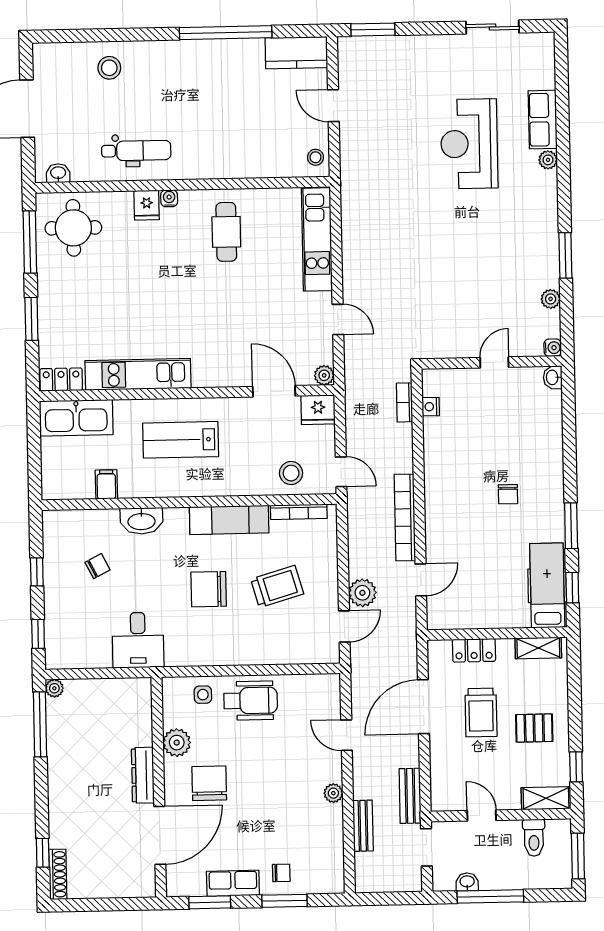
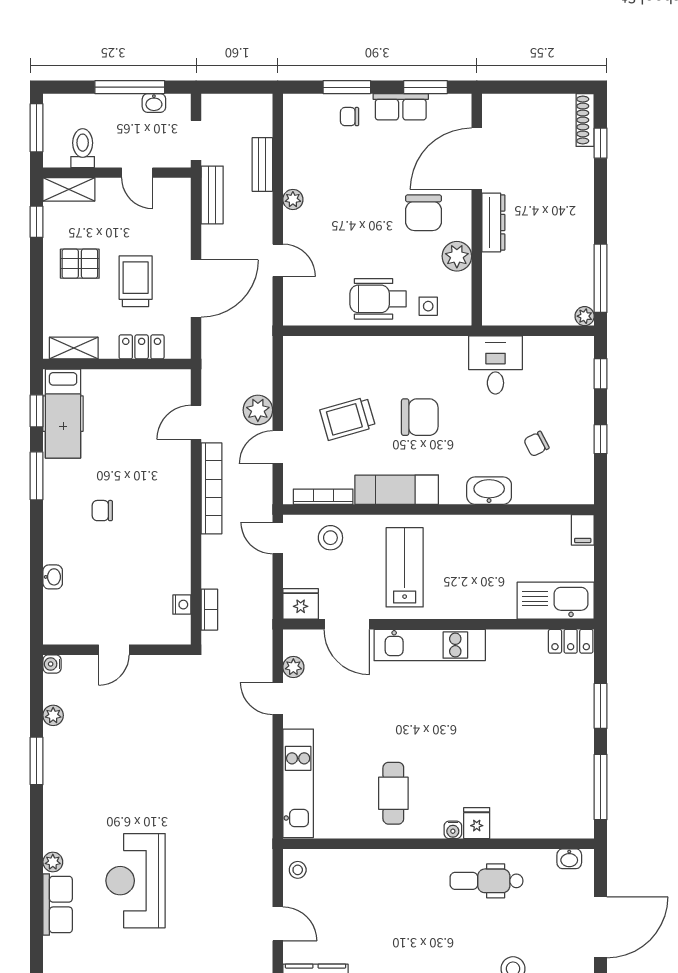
reception desk: (469, 144) -> (136, 881), turned 180
round table: (73, 228) -> (554, 801), removed
kitchen unit: (138, 374) -> (430, 645), moved
plant: (324, 375) -> (293, 667), moved
washbasin: (553, 377) -> (53, 577), moved
lab bench: (181, 440) -> (405, 567), moved, turned -90
filing cabinet: (106, 484) -> (583, 530), moved
chair: (508, 494) -> (102, 511), turned -90
door: (344, 626) -> (278, 447), moved

